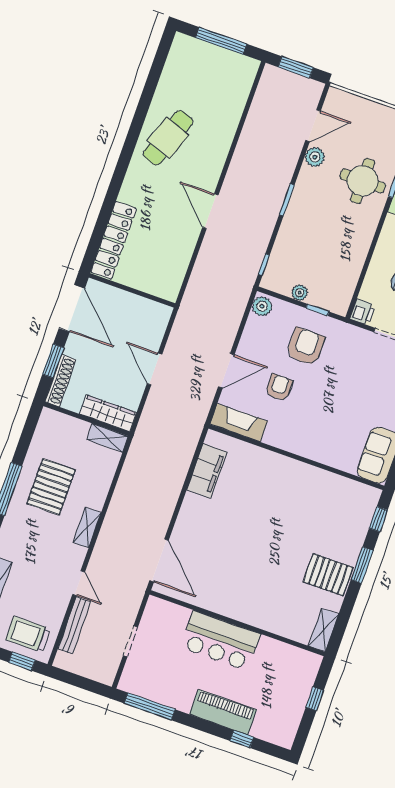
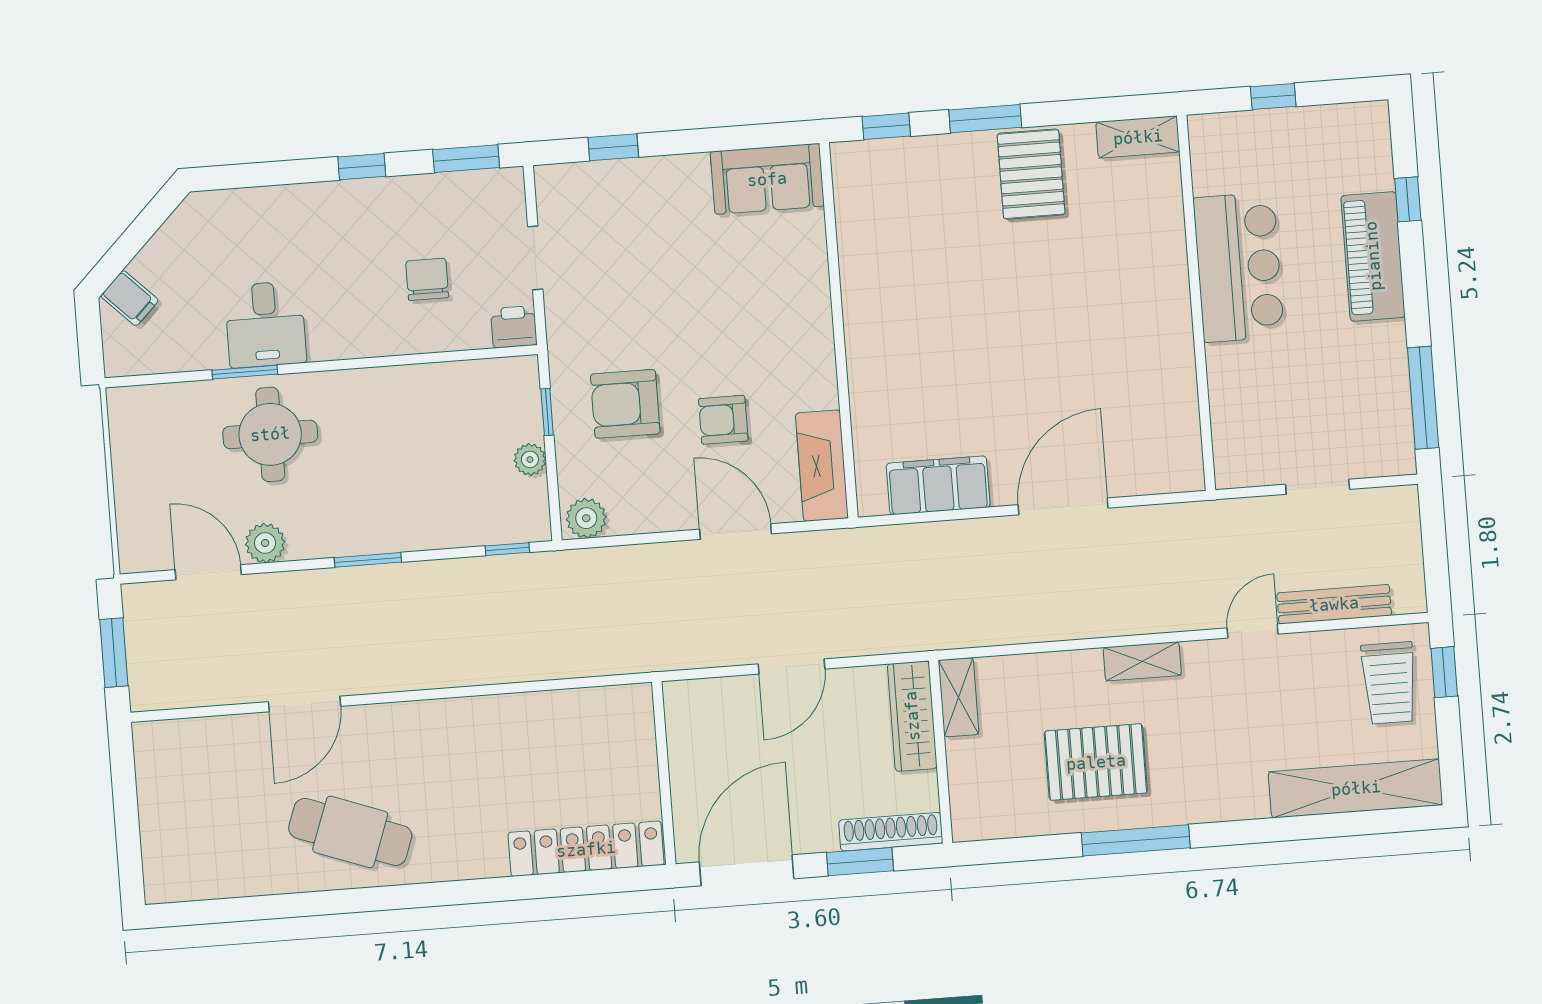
window: (221, 41) -> (126, 813), removed
door: (210, 211) -> (305, 704), moved
door: (159, 561) -> (1063, 506), moved
bar counter: (220, 641) -> (1239, 267), moved

